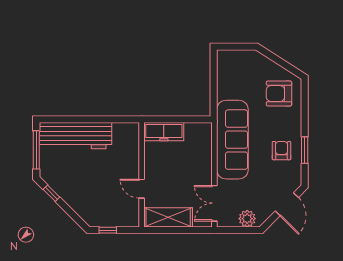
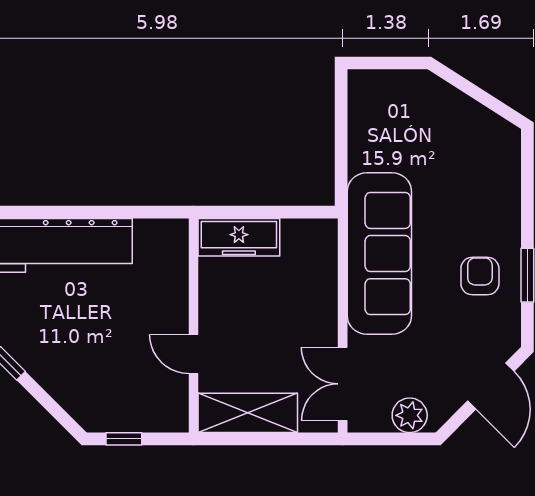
armchair: (279, 94) -> (475, 159), removed

